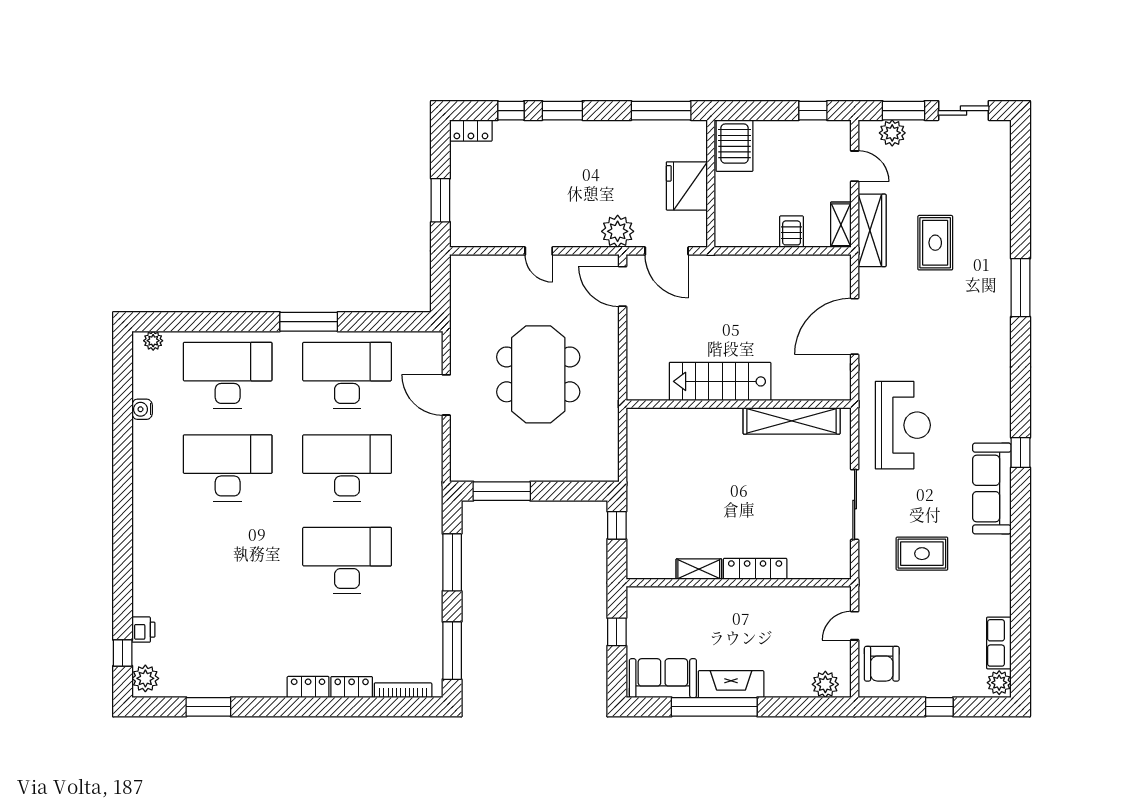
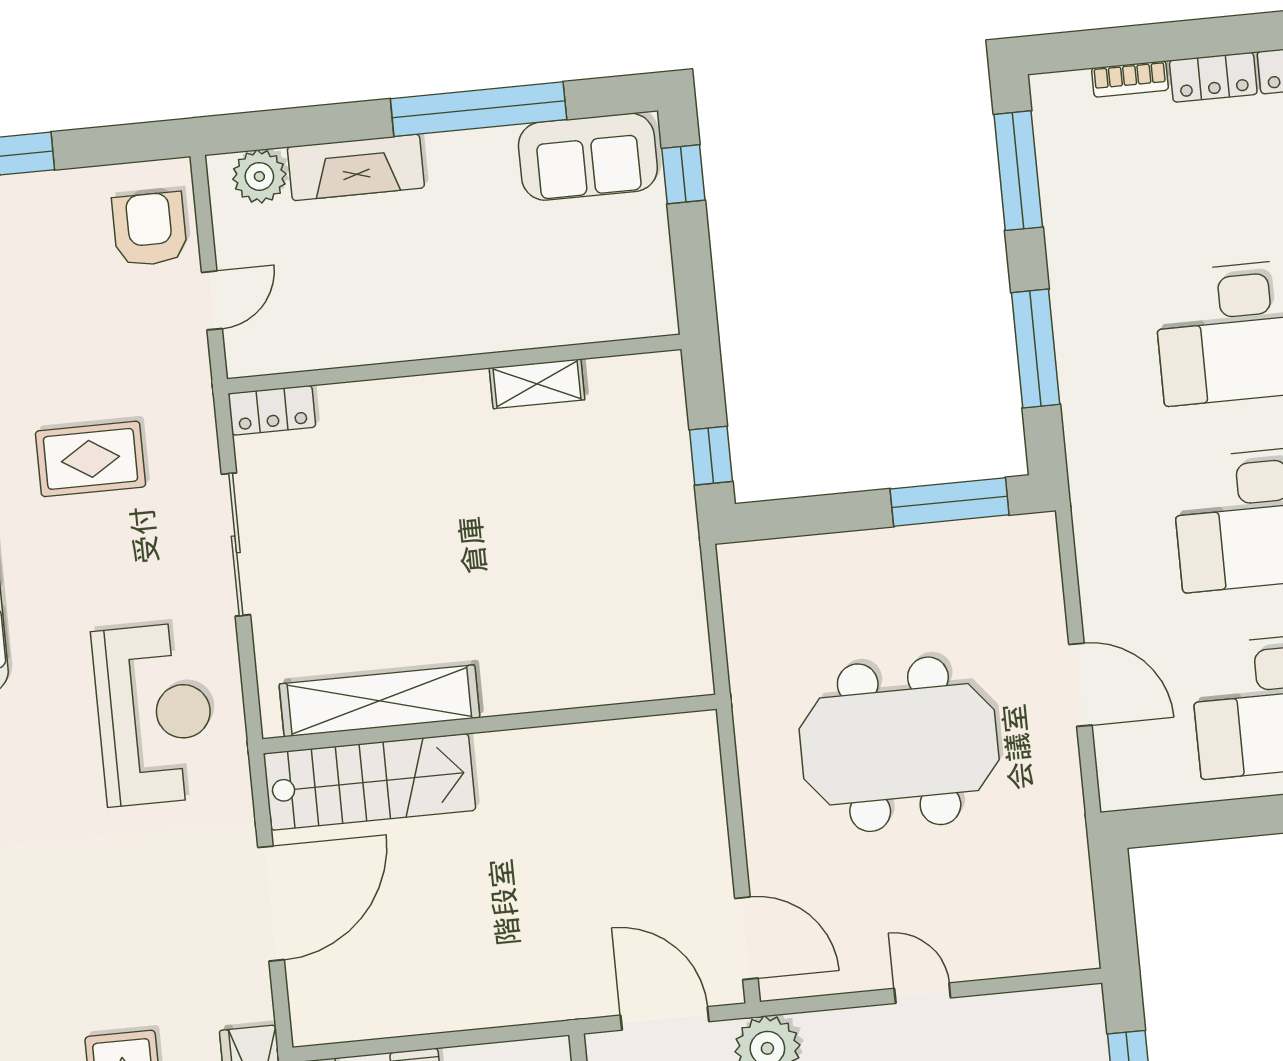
meeting table: (538, 374) -> (899, 744), turned 90
stairs: (720, 381) -> (370, 782), moved
reception desk: (903, 425) -> (154, 714), turned 180
locker: (755, 569) -> (272, 410), moved, width x0.66
window: (617, 632) -> (683, 174), moved
fireplace: (731, 684) -> (356, 167), moved
bookcase: (403, 690) -> (1130, 79), width x0.64

